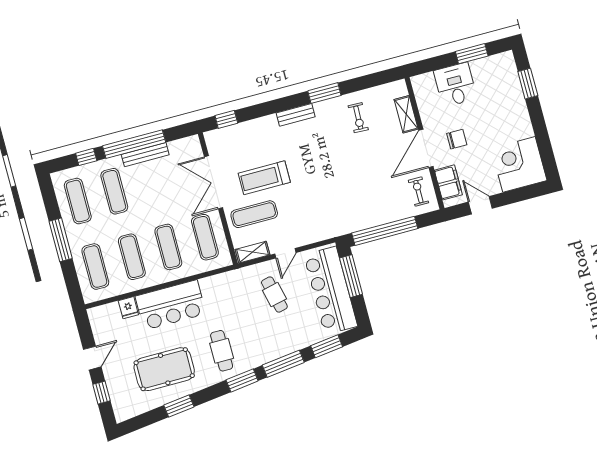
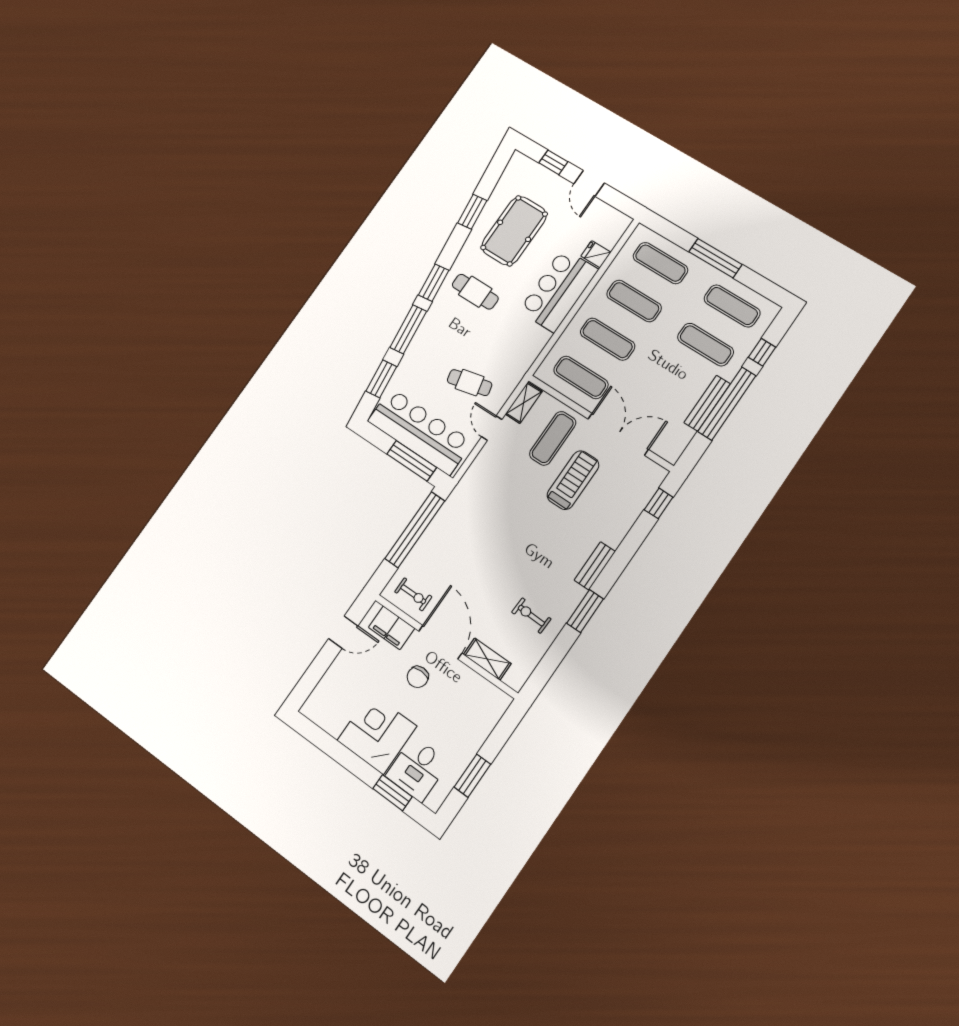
desk: (455, 85) -> (417, 769), moved, turned 90
corner desk: (519, 164) -> (377, 733), moved, turned -90

